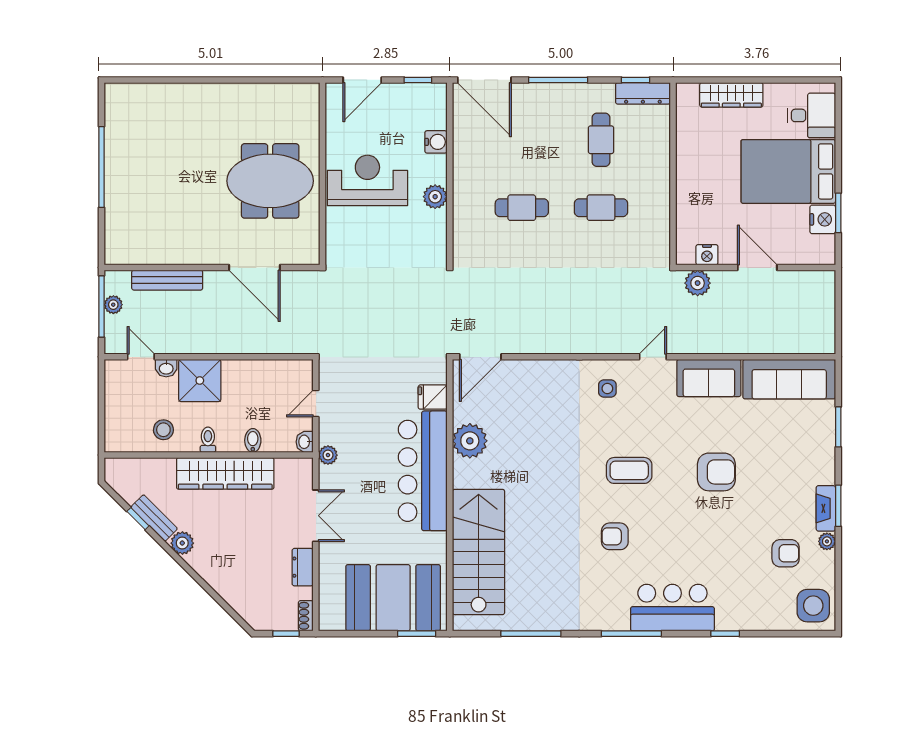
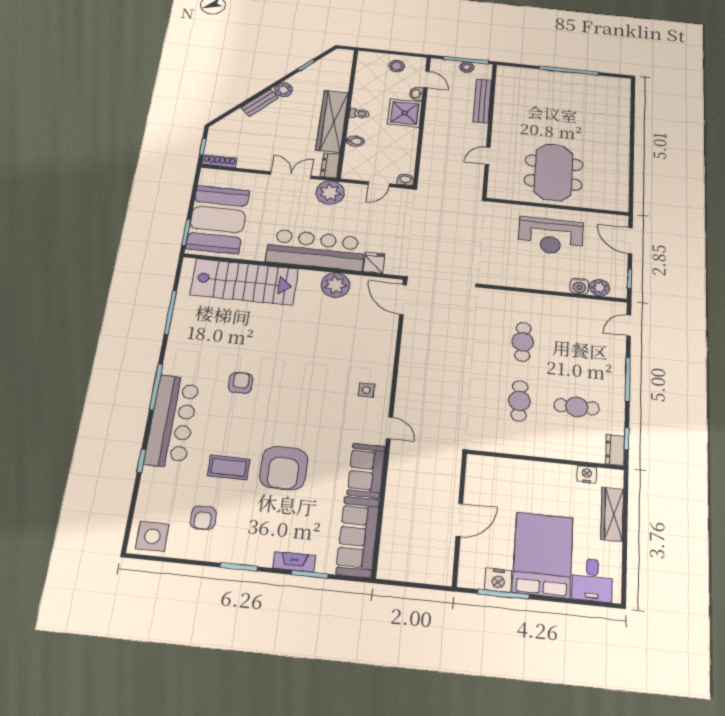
door: (484, 80) -> (629, 326), width x0.53
dresser: (643, 93) -> (615, 450), width x0.70
reception desk: (367, 180) -> (551, 236), turned 90
plant: (435, 197) -> (599, 288), moved
window: (838, 213) -> (503, 594), width x1.44
nightstand: (707, 255) -> (587, 474), moved, turned 90
door: (255, 267) -> (488, 156), width x0.53
plant: (698, 283) -> (450, 470), removed
door: (141, 357) -> (426, 79), hinge flipped
door: (316, 403) -> (379, 184), swing flipped
stool: (163, 430) -> (397, 66), moved
washbasin: (305, 442) -> (405, 180), moved
plant: (328, 455) -> (330, 193), width x1.88, depth x1.88
coffee table: (629, 470) -> (229, 467), moved, turned 90
armchair: (716, 472) -> (284, 468), width x1.36, depth x1.36
fireplace: (826, 508) -> (294, 562), moved
double door: (316, 516) -> (291, 175), swing flipped
bench: (154, 518) -> (260, 103), moved
plant: (827, 541) -> (208, 554), removed
dresser: (303, 567) -> (330, 165), moved, turned -90
bar counter: (672, 608) -> (172, 421), width x1.36
shoe rack: (306, 616) -> (219, 161), width x1.43

